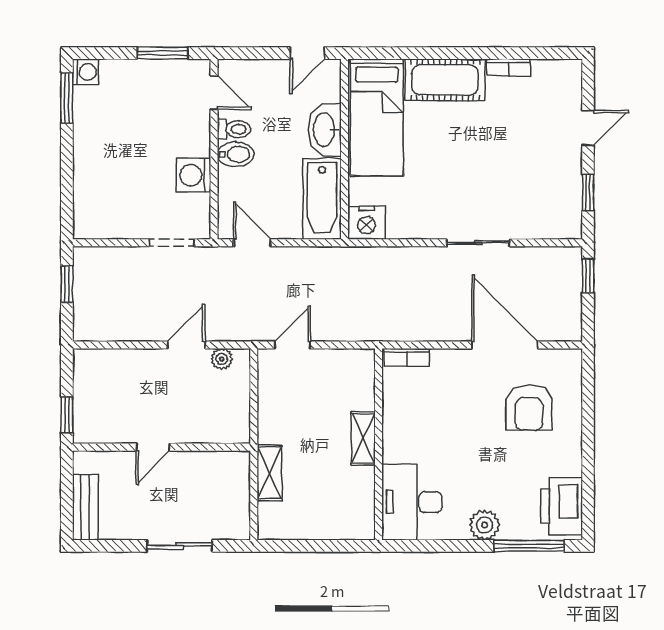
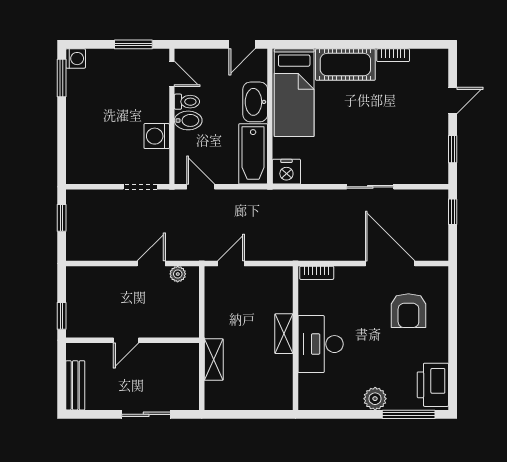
desk: (412, 502) -> (321, 344), moved

